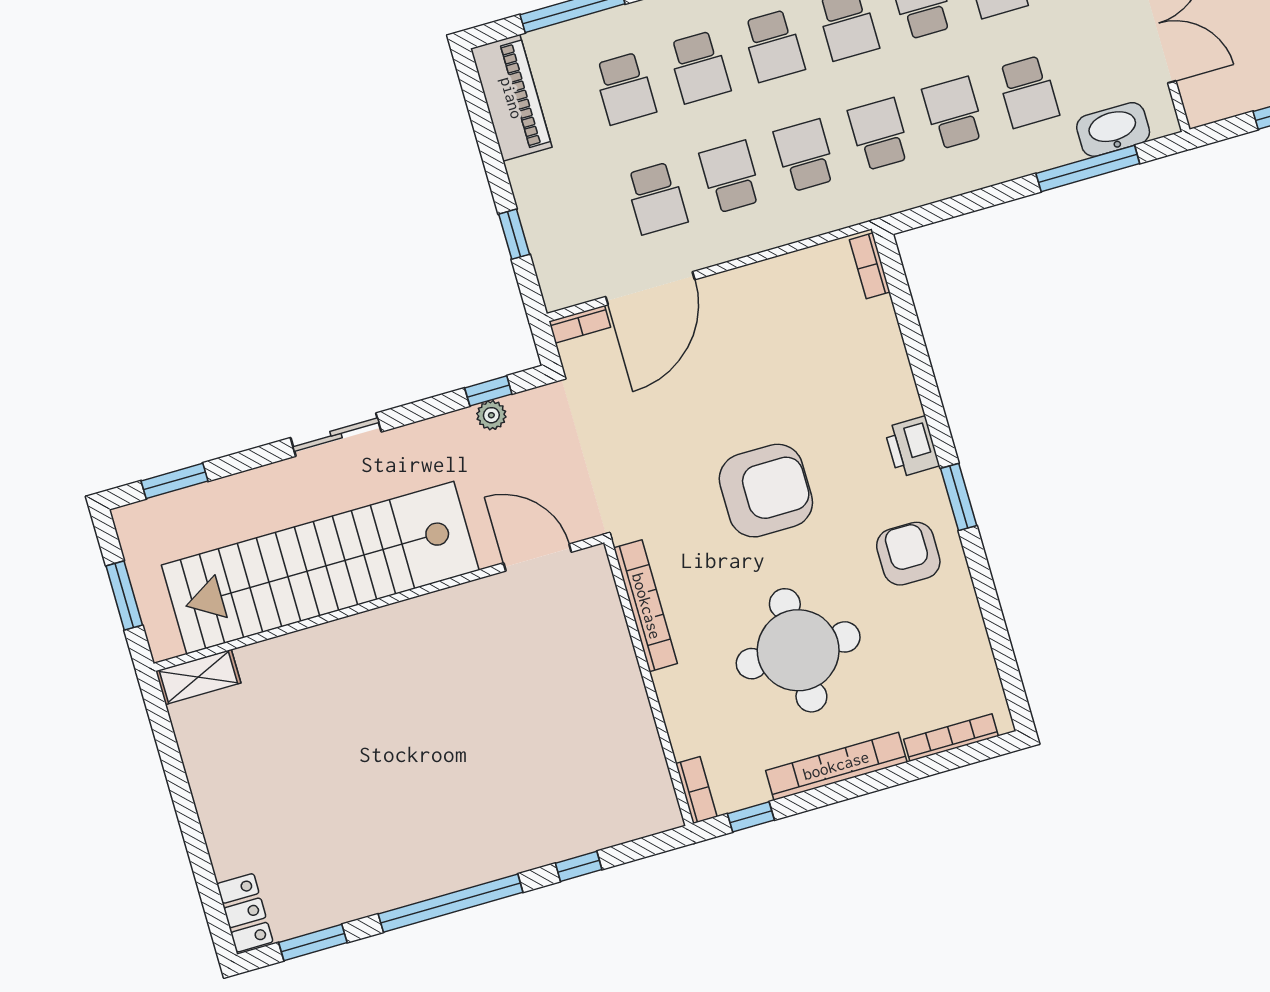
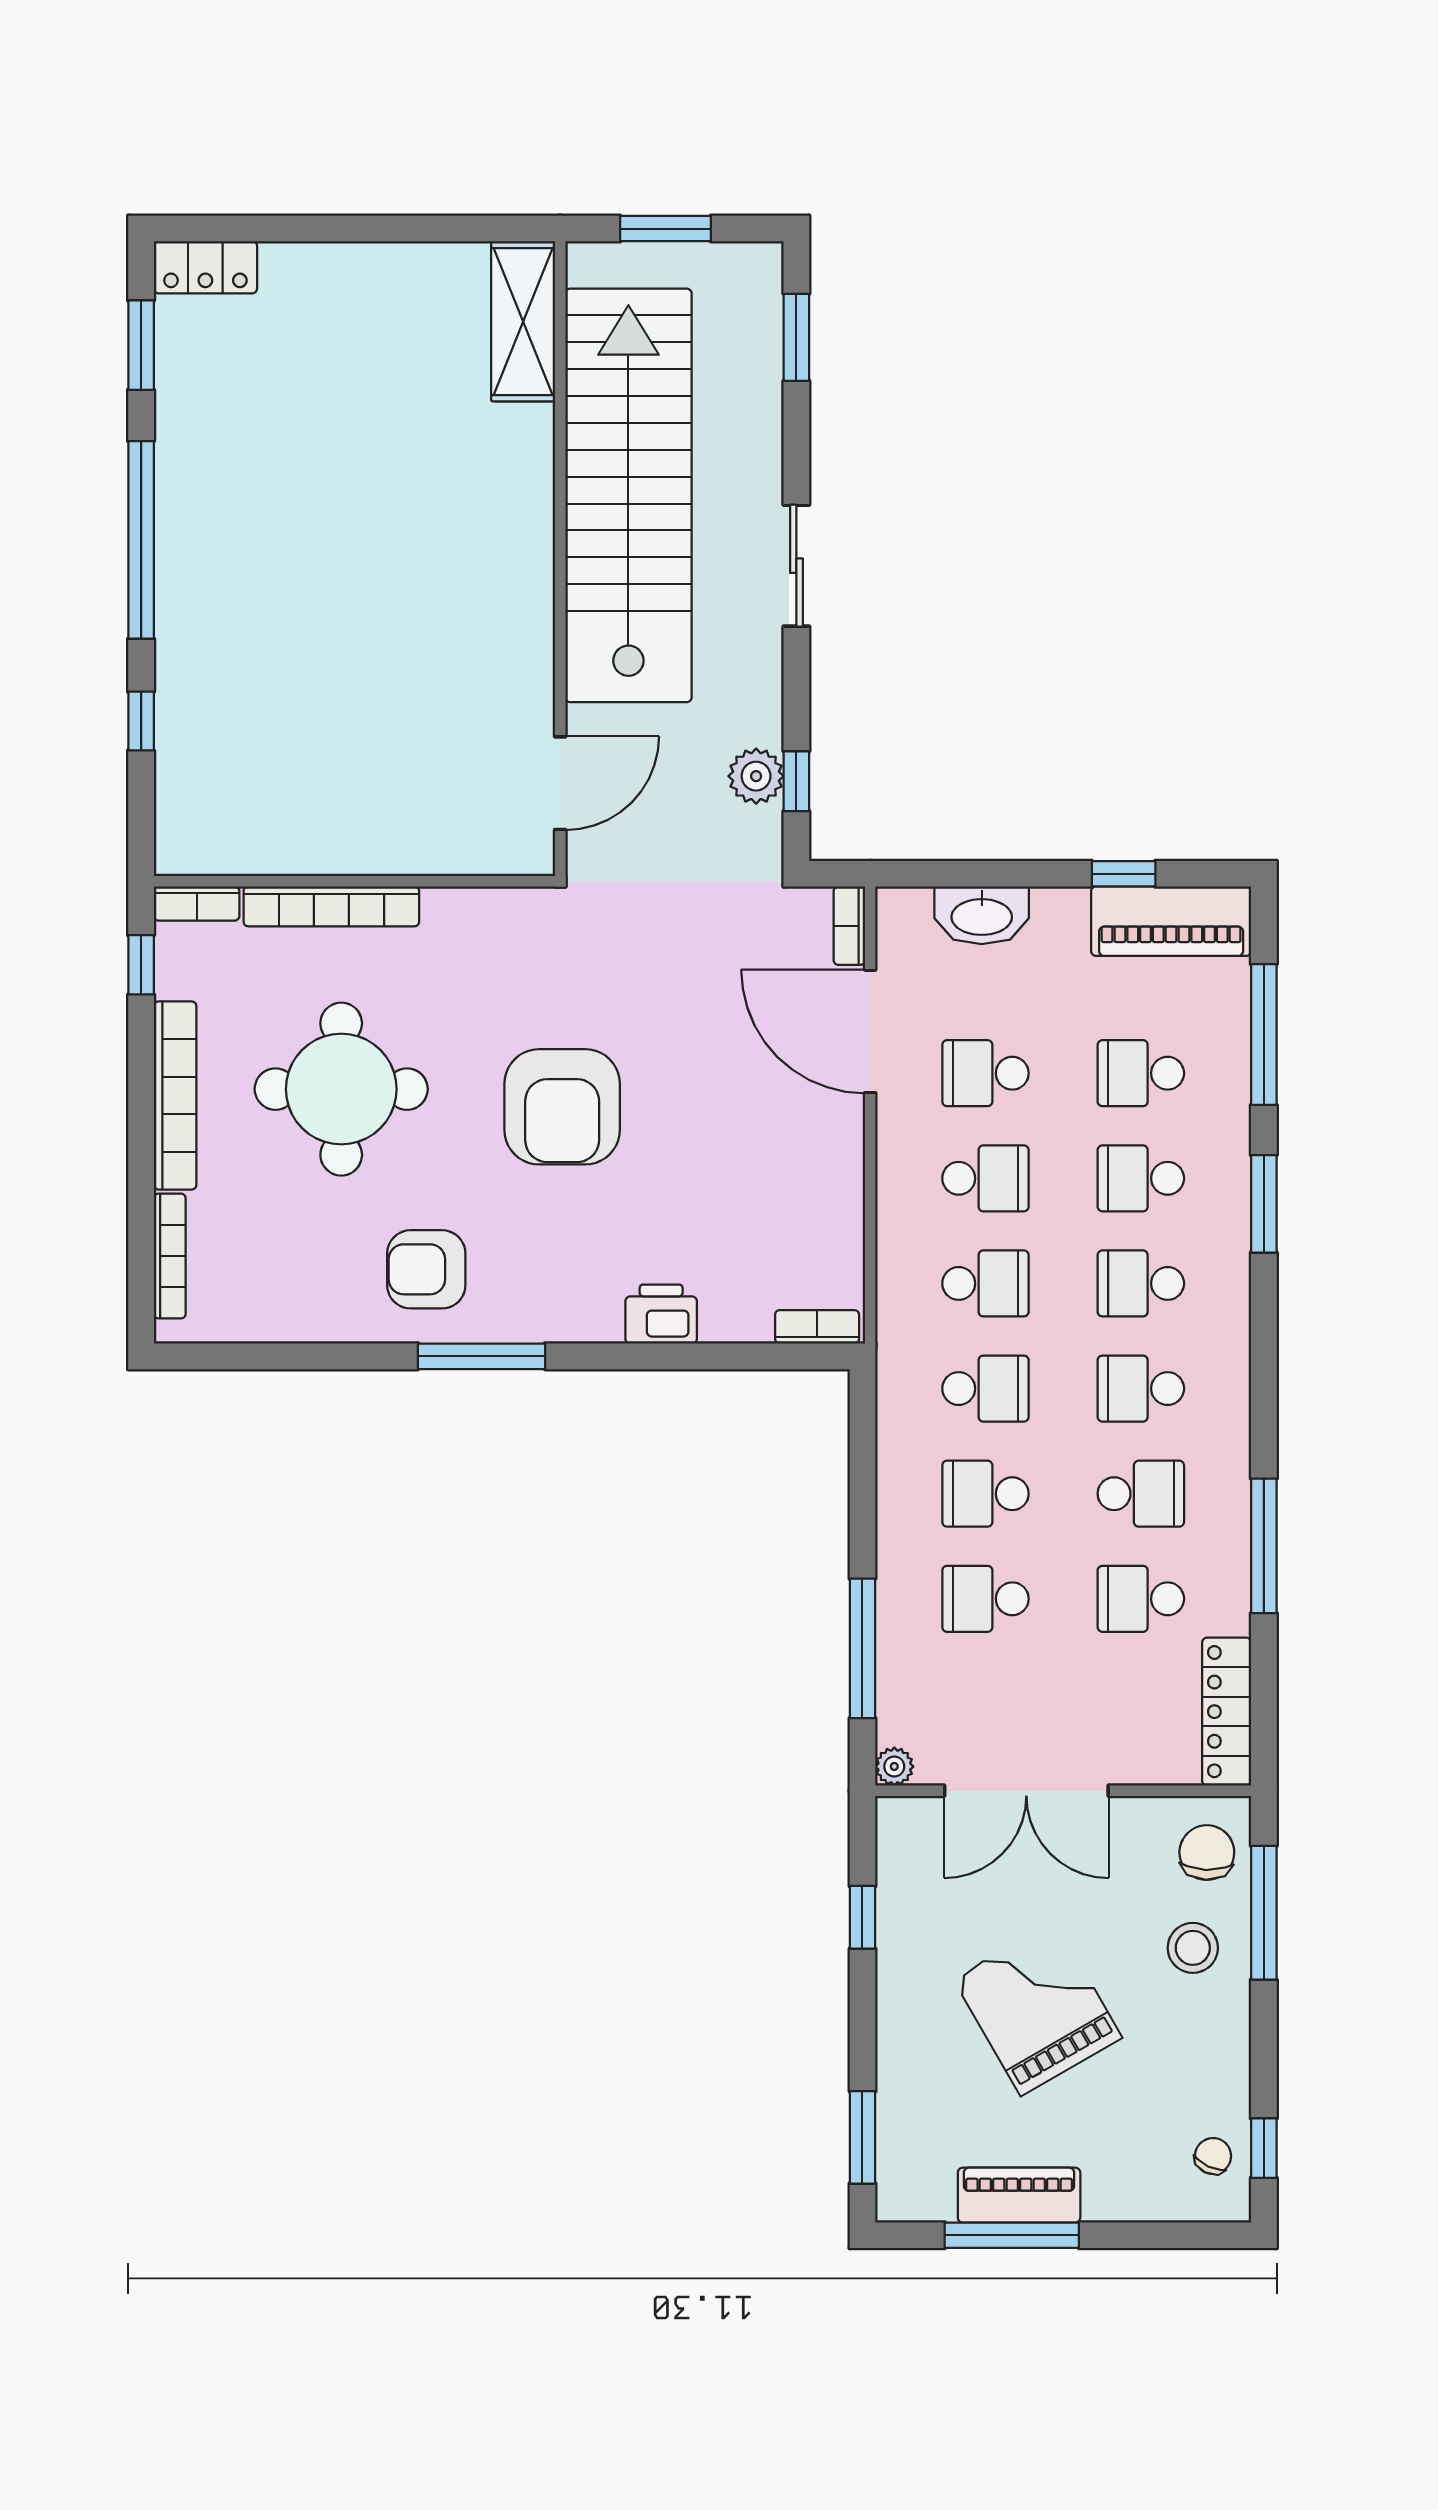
school desk: (954, 113) -> (985, 1494), turned 180
plant: (1165, 122) -> (894, 1767), added
washbasin: (1113, 129) -> (982, 915), moved, turned 90
window: (514, 234) -> (1124, 874), moved
plant: (491, 415) -> (756, 776), width x1.38, depth x1.38
printer: (912, 447) -> (661, 1314), moved
window: (959, 497) -> (481, 1356), width x1.44
armchair: (908, 554) -> (426, 1269), turned 180
bookcase: (646, 606) -> (331, 906), moved
shelving: (198, 677) -> (523, 322), width x1.50, depth x1.33

